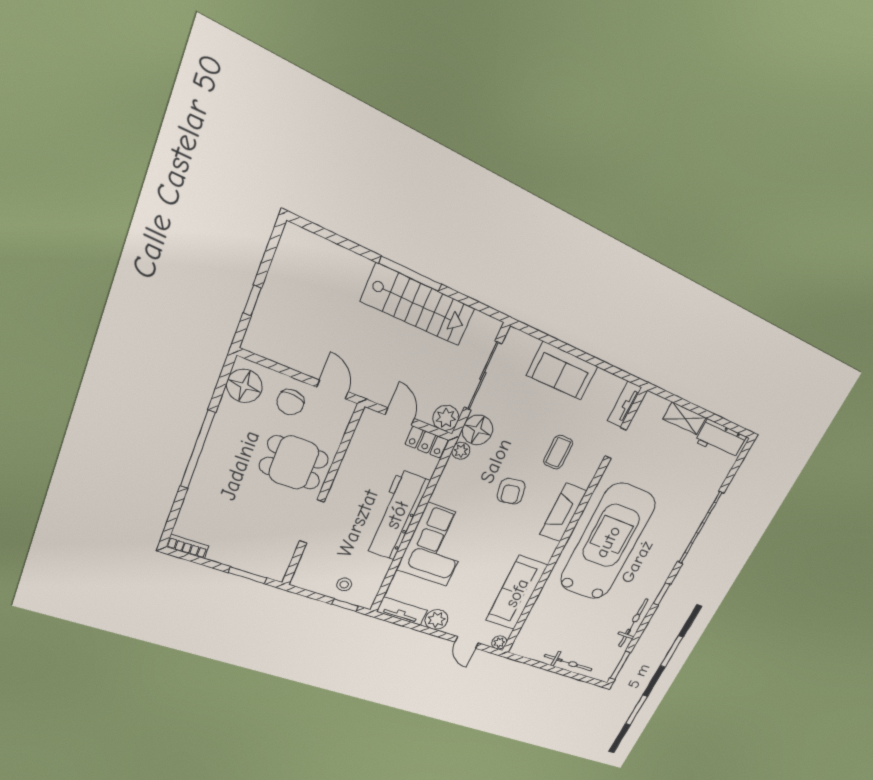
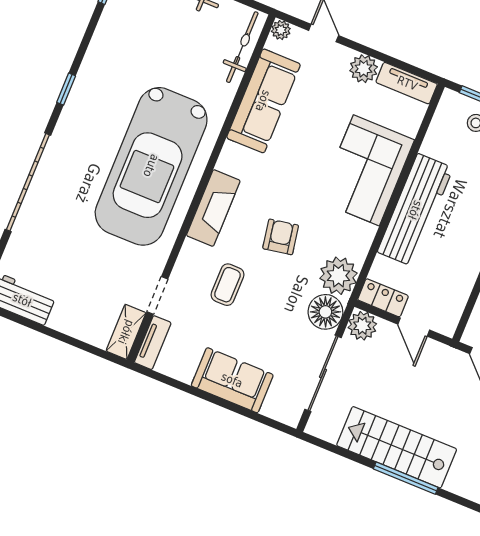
shelving: (685, 418) -> (126, 332), moved, turned 90
plant: (461, 451) -> (338, 276), width x1.88, depth x1.88
bicycle: (633, 623) -> (242, 47), moved, turned 180

